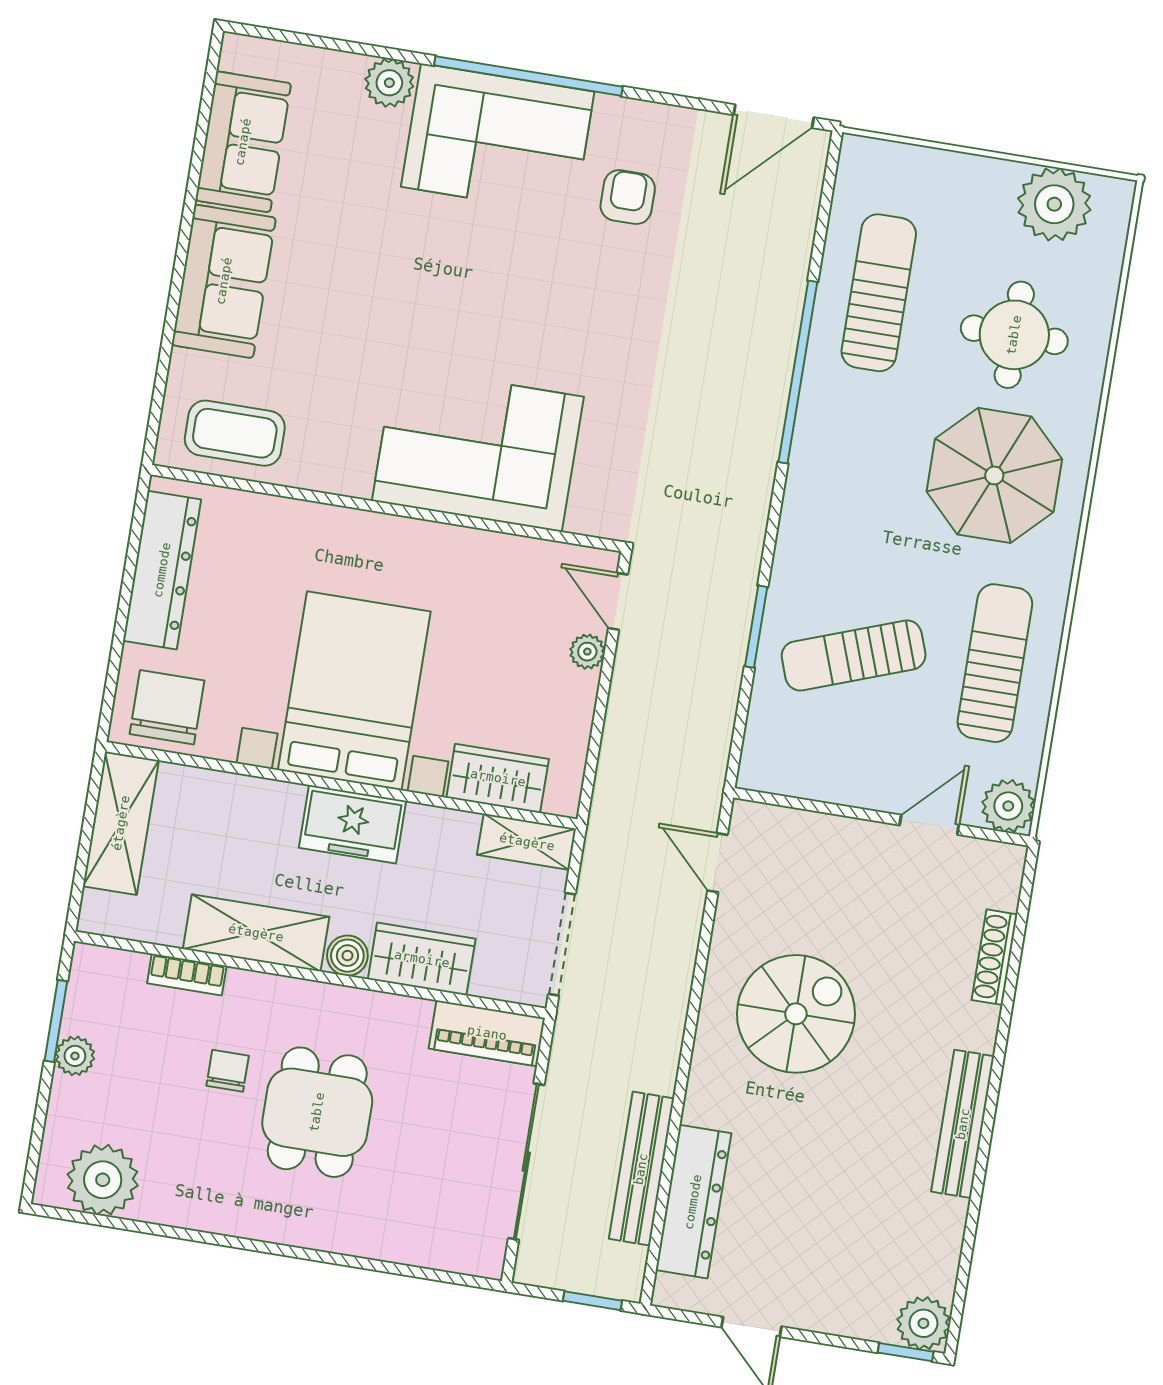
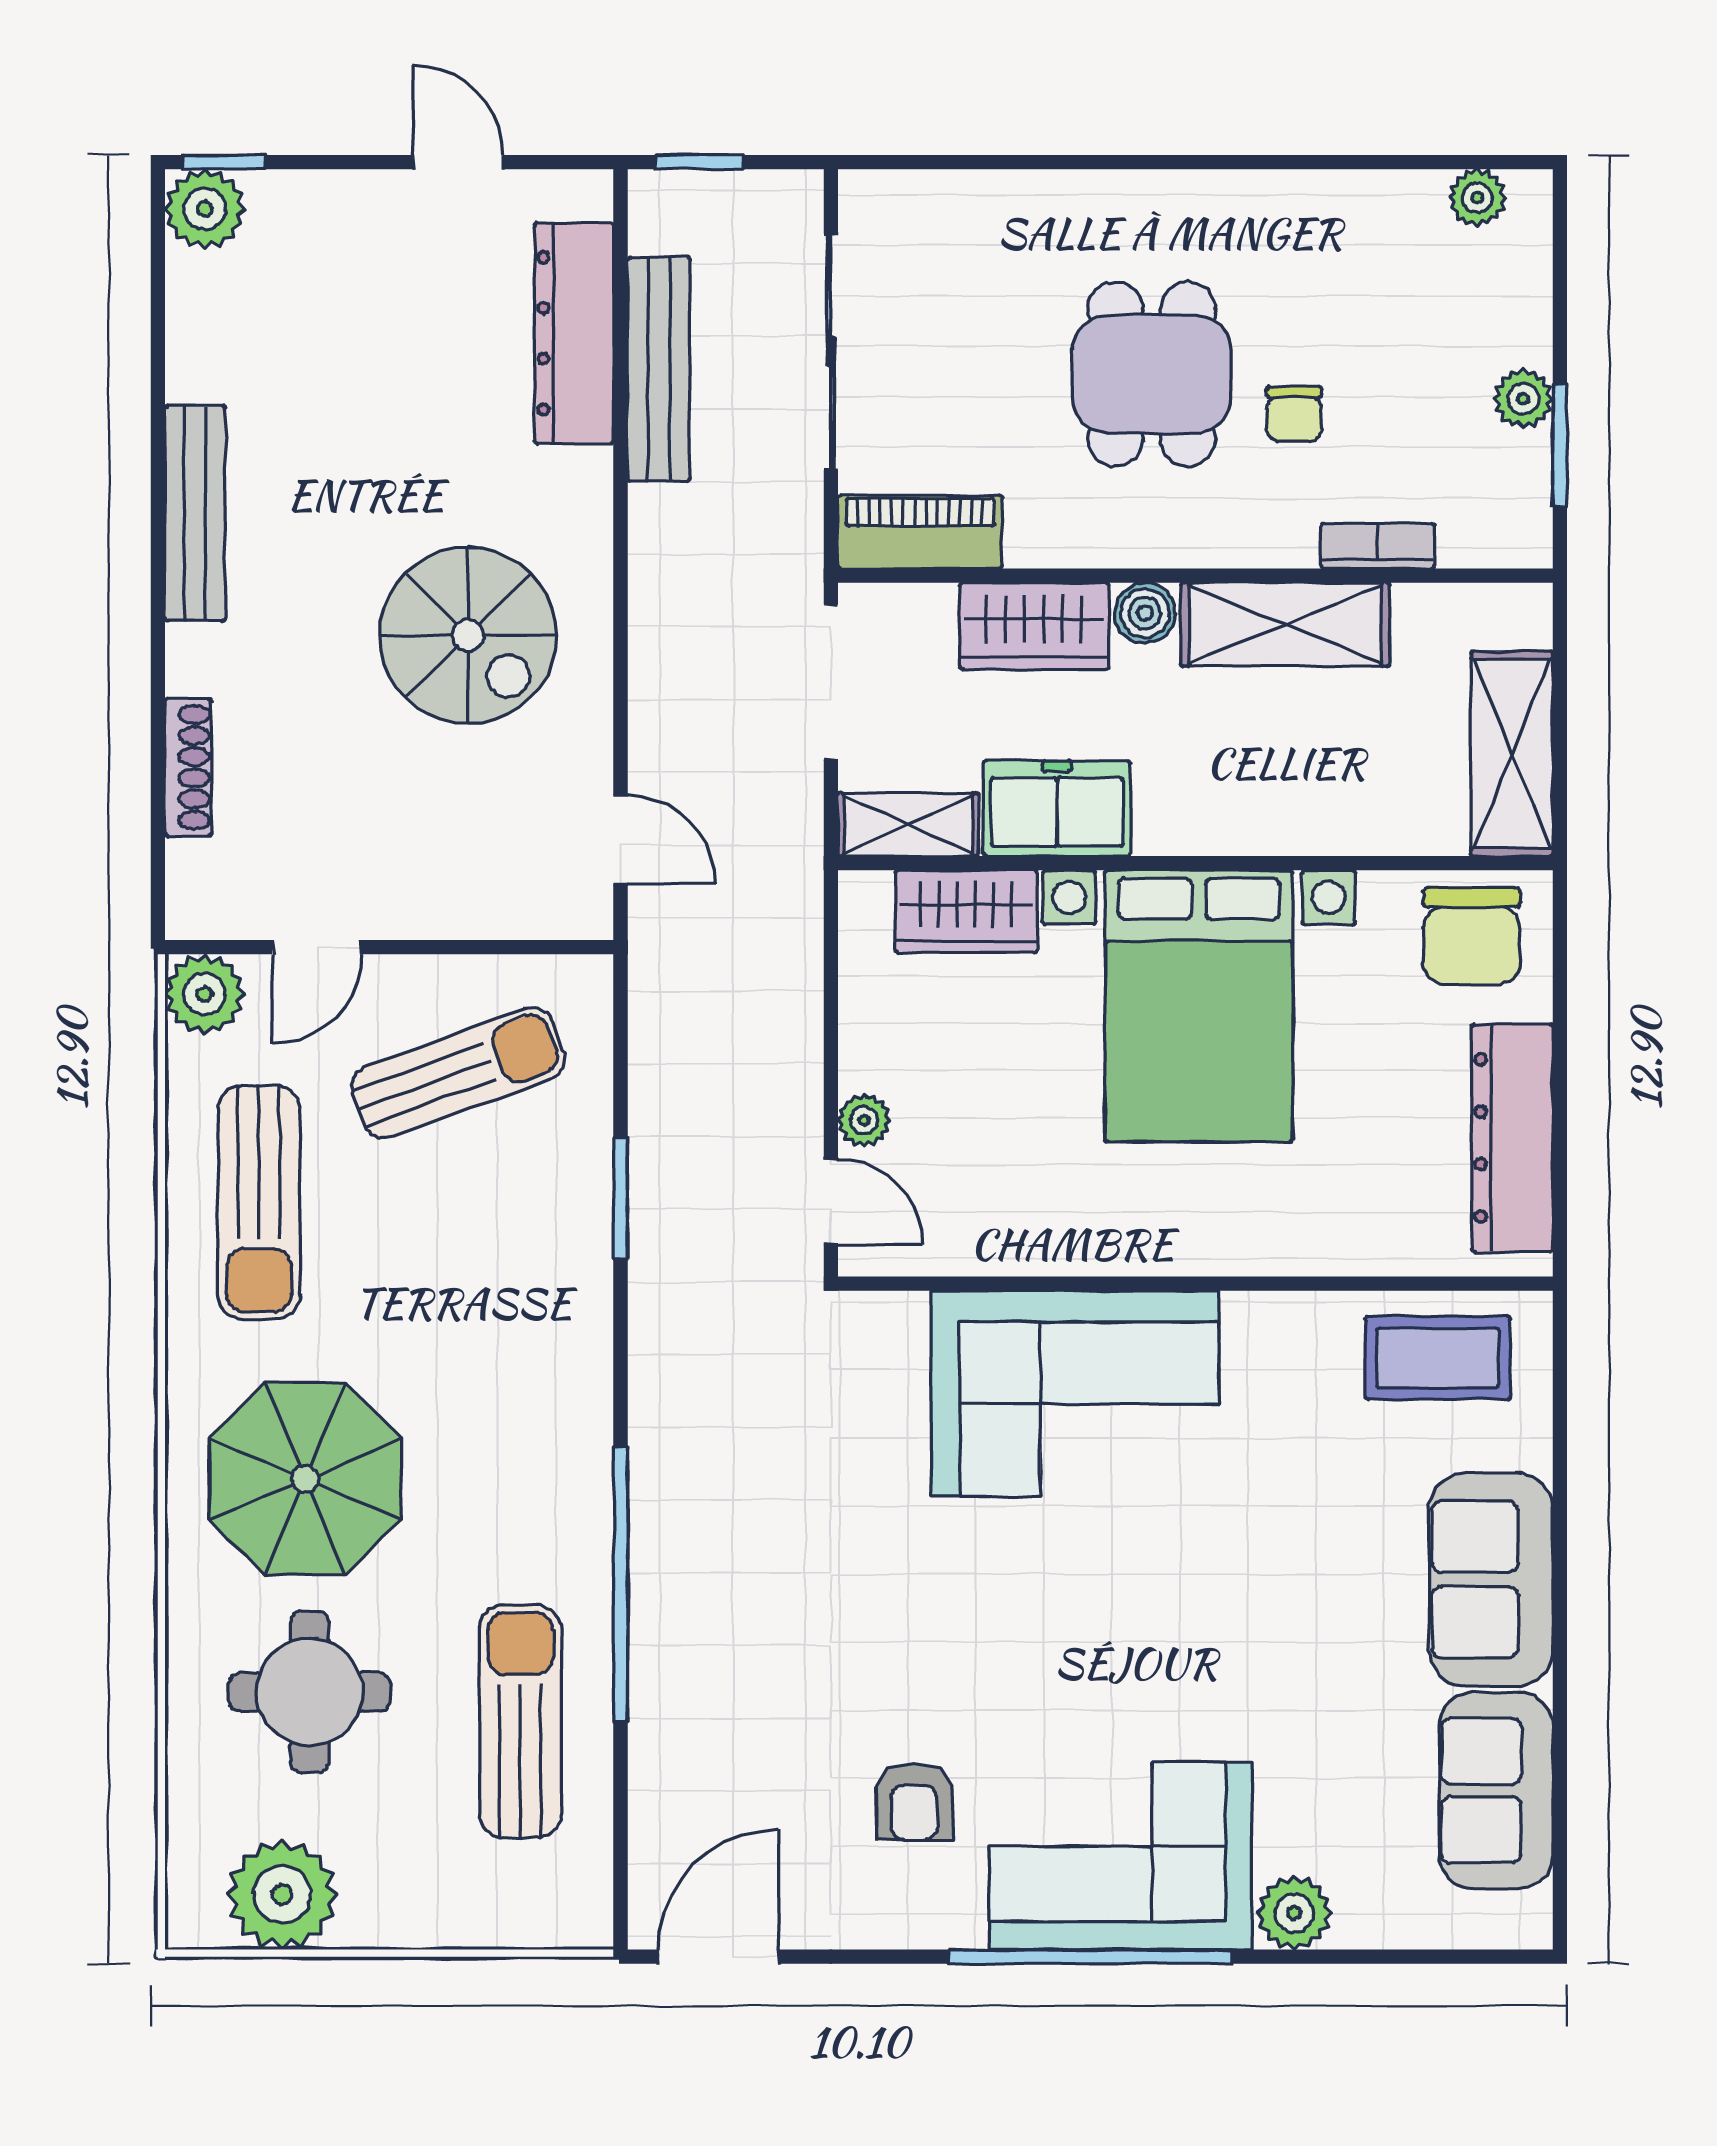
sun lounger: (879, 293) -> (520, 1721), turned 180
sun lounger: (854, 655) -> (458, 1073), moved
freezer: (352, 824) -> (1057, 808), moved
spiral stairs: (796, 1014) -> (468, 635), turned -90
plant: (103, 1180) -> (1477, 198), width x0.53, depth x0.53

